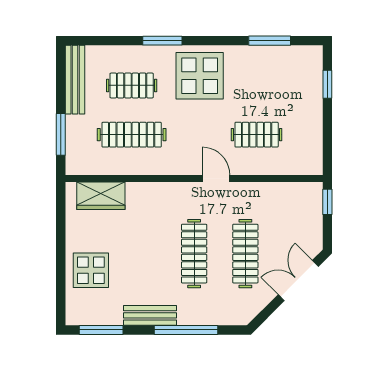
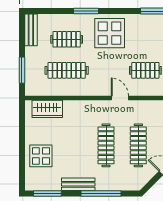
bench: (75, 80) -> (31, 30), width x0.73

